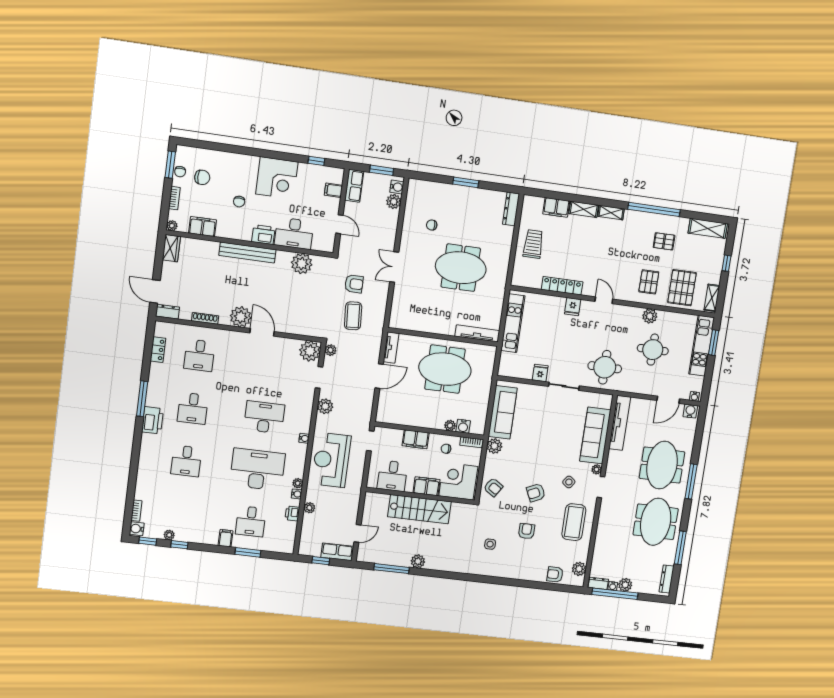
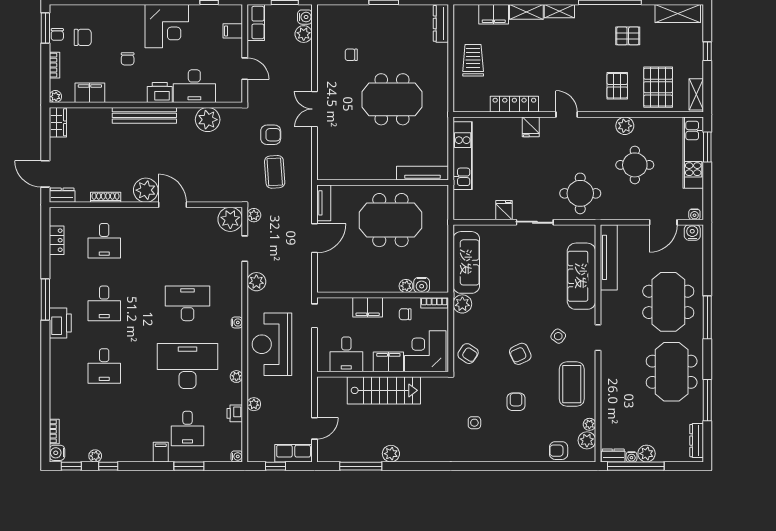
plant: (597, 469) -> (589, 424), moved
water cooler: (297, 494) -> (237, 456), moved

